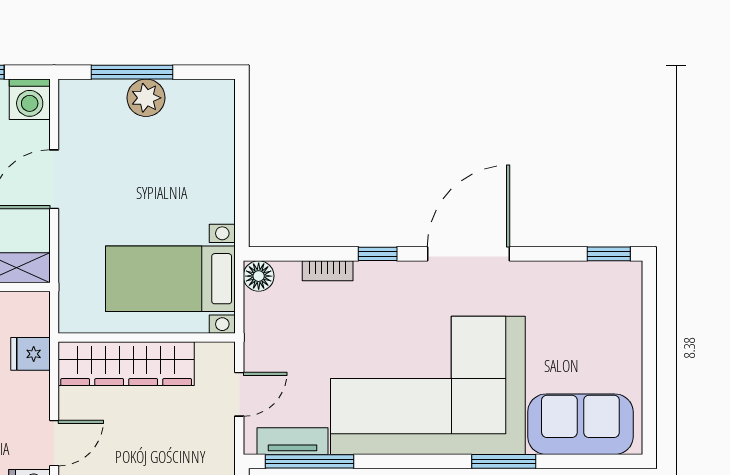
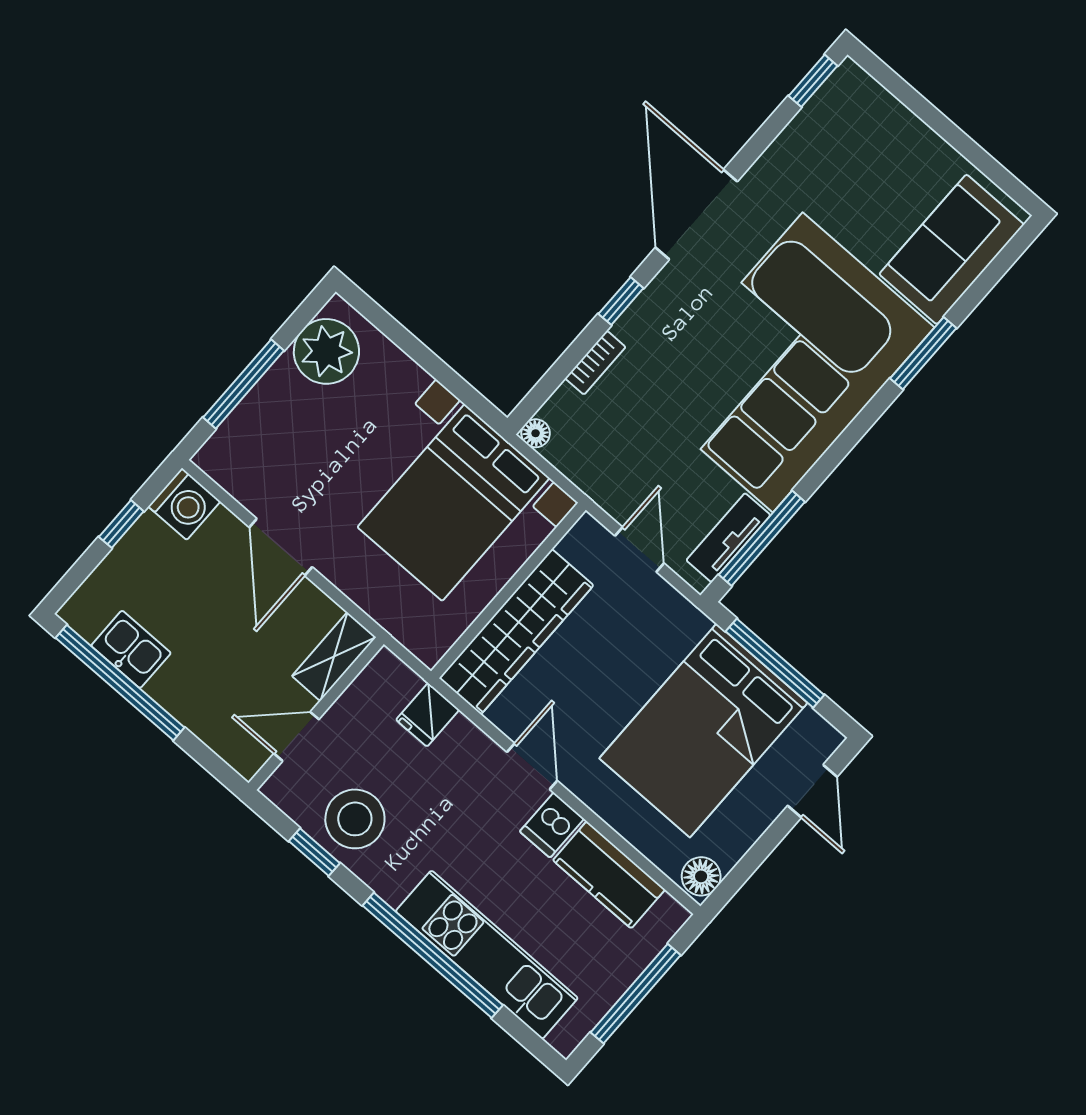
plant: (146, 98) -> (326, 351), moved, width x1.36, depth x1.36
floor lamp: (259, 276) -> (536, 433), width x0.73, depth x0.73
bed with nightstands: (170, 279) -> (453, 503), width x1.36

